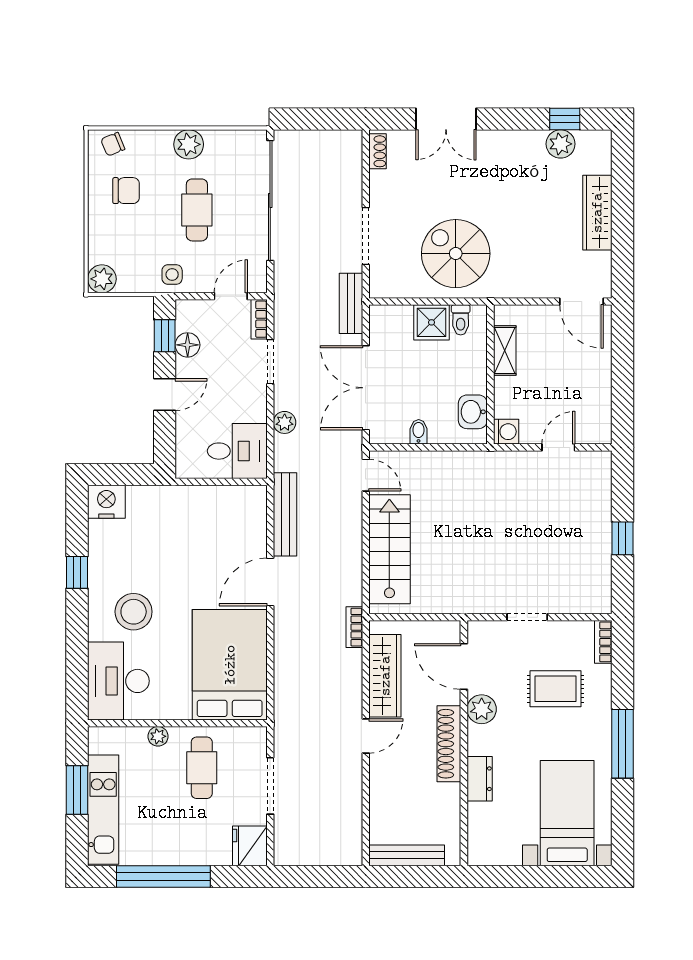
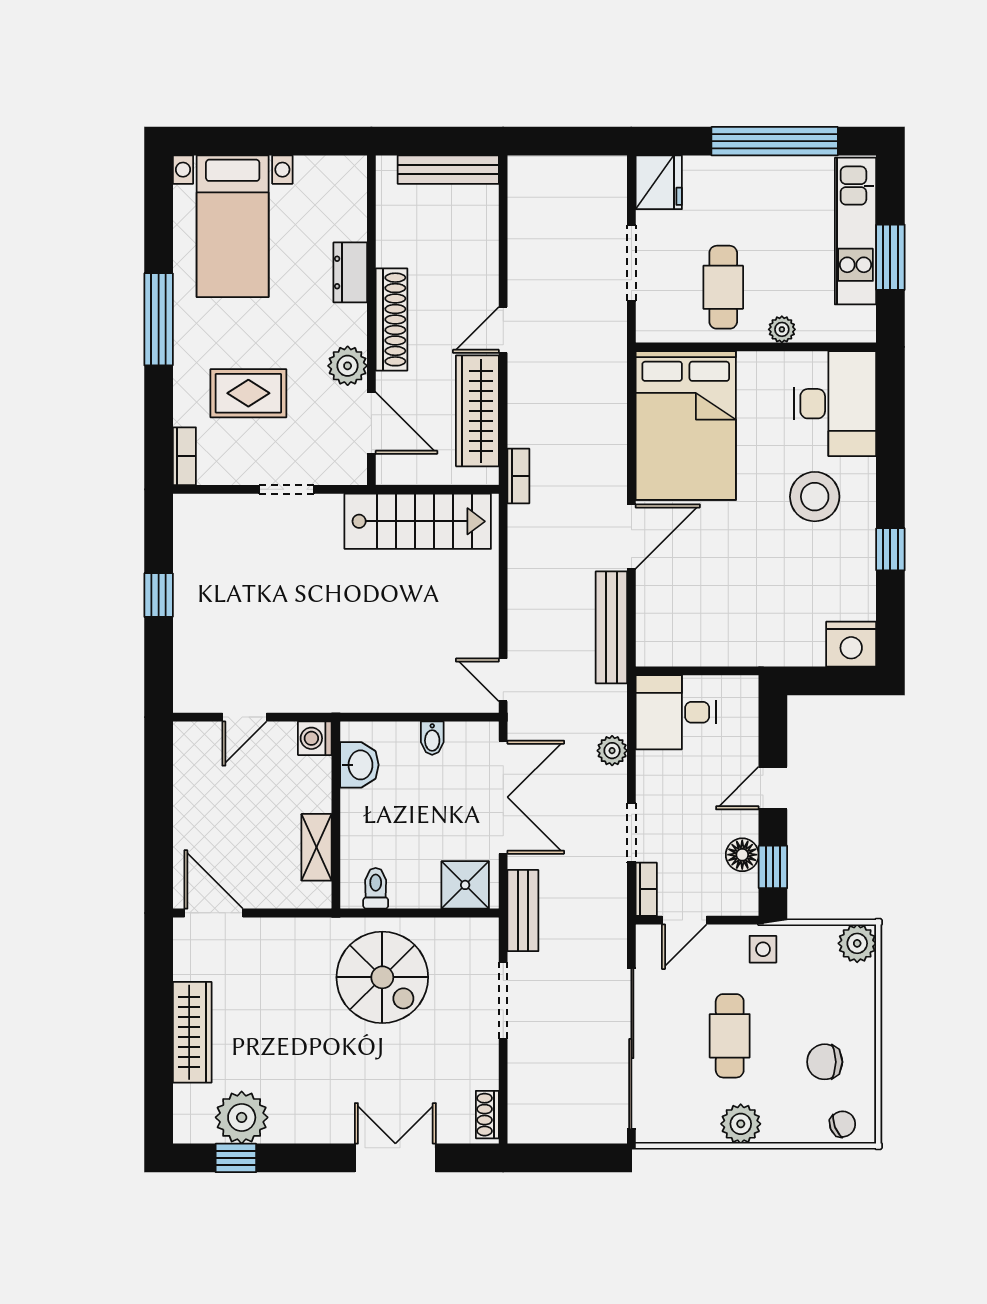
plant: (561, 144) -> (242, 1117), width x1.36, depth x1.36
shower: (431, 322) -> (465, 885), moved
stairs: (389, 549) -> (418, 521), moved, turned -90

